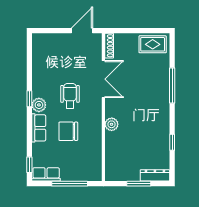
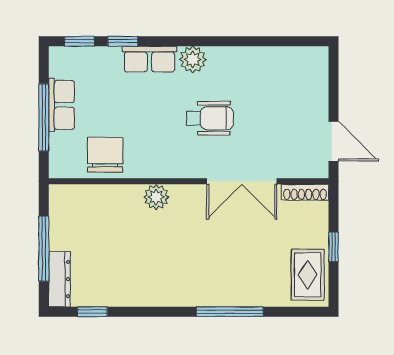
window: (138, 31) -> (334, 247), added
window: (29, 99) -> (123, 41), moved
chair: (68, 131) -> (105, 155), moved
window: (172, 142) -> (92, 312), moved
row of seats: (46, 174) -> (61, 105), moved
window: (139, 184) -> (44, 249), width x1.44

